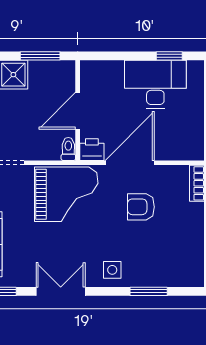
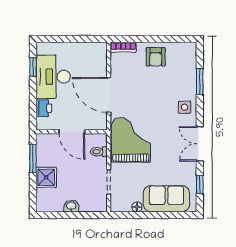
toilet: (68, 149) -> (99, 152), moved
printer: (92, 150) -> (44, 108), moved, turned 180
armchair: (141, 207) -> (156, 57), moved

